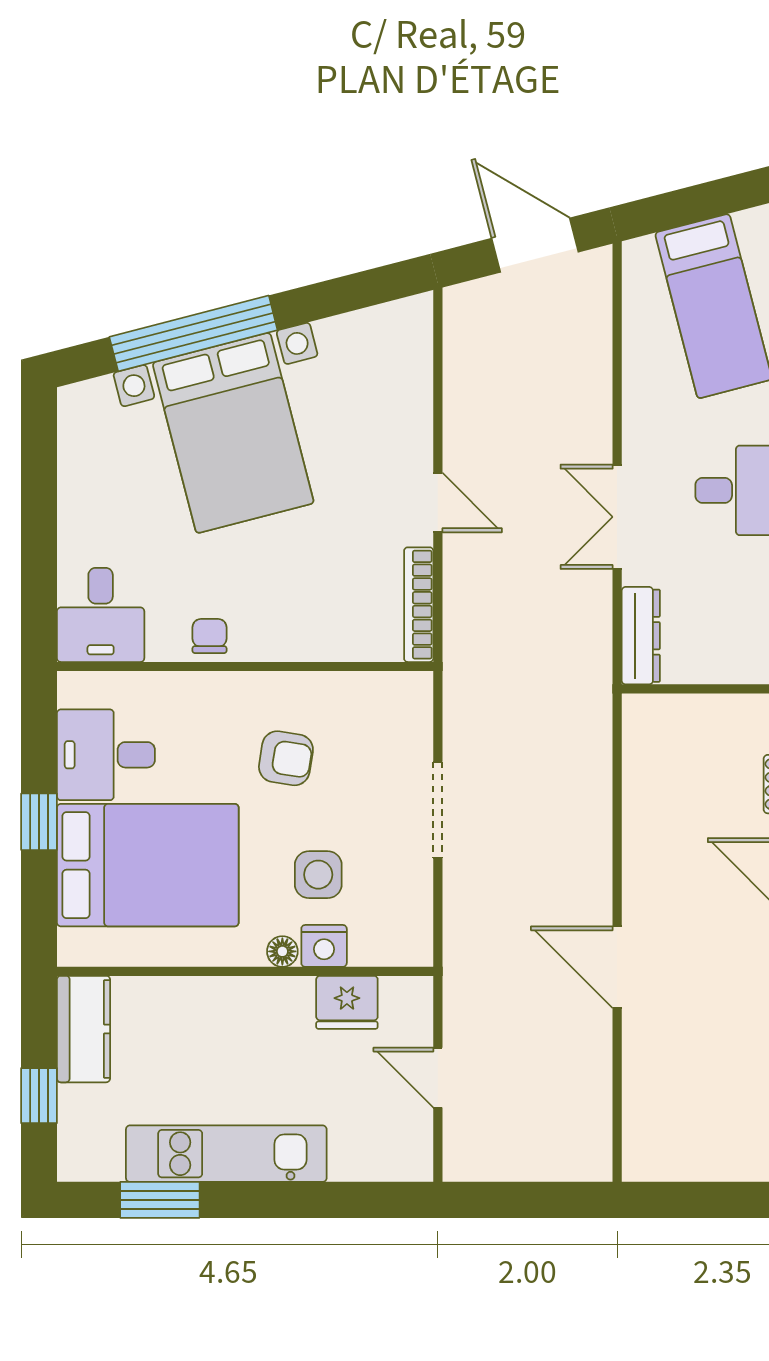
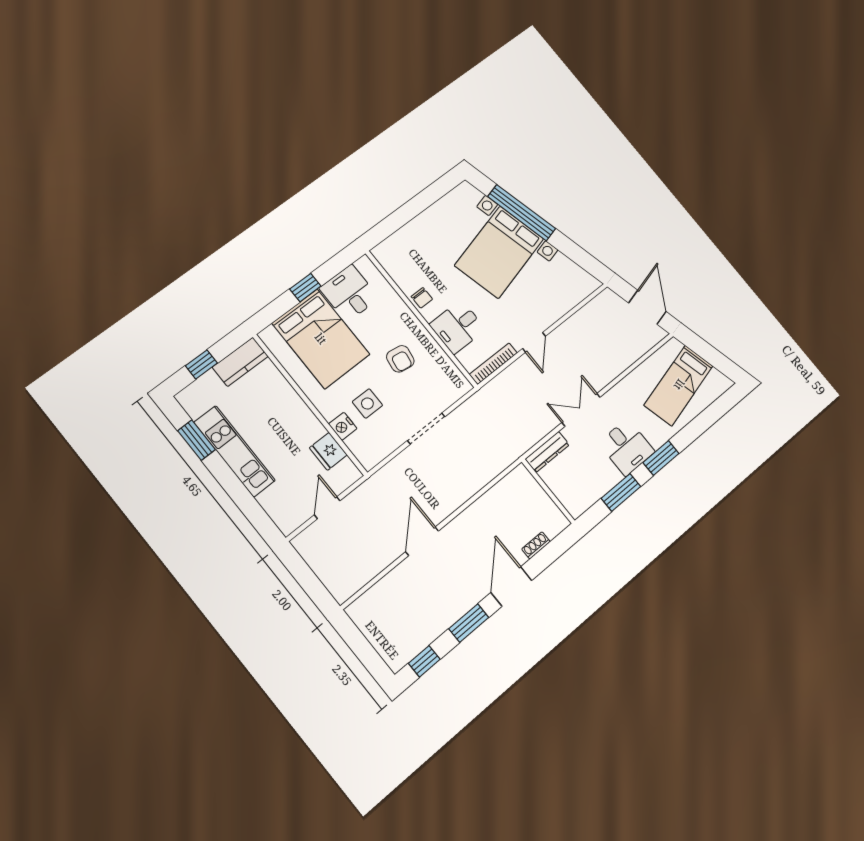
desk: (101, 615) -> (458, 327), moved
chair: (210, 636) -> (422, 298), turned 90
floor lamp: (282, 951) -> (328, 413), removed

